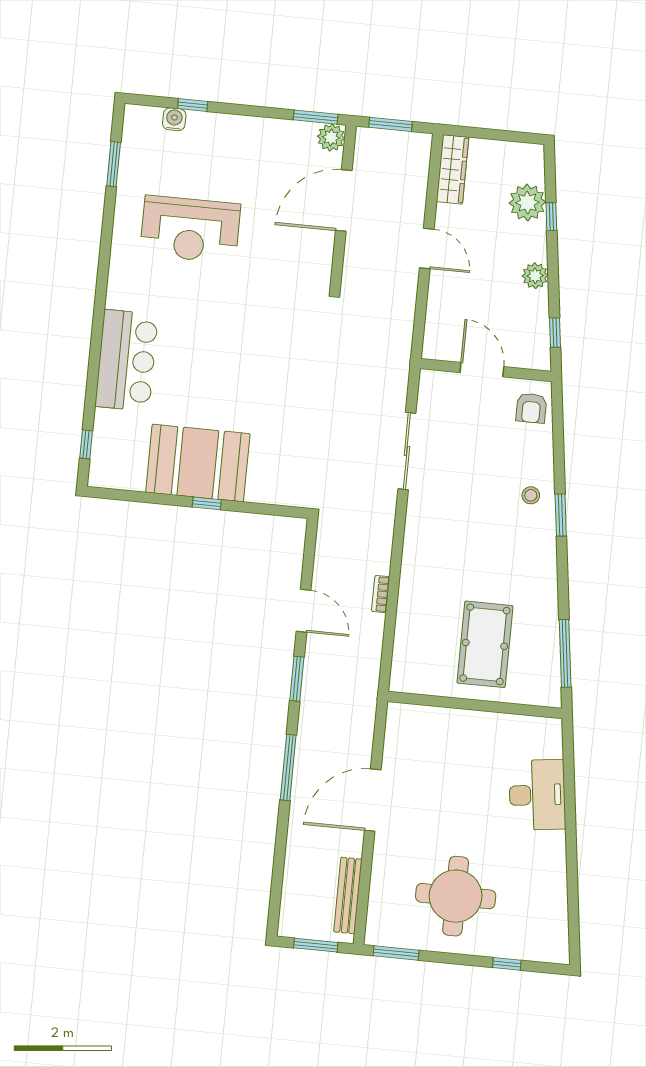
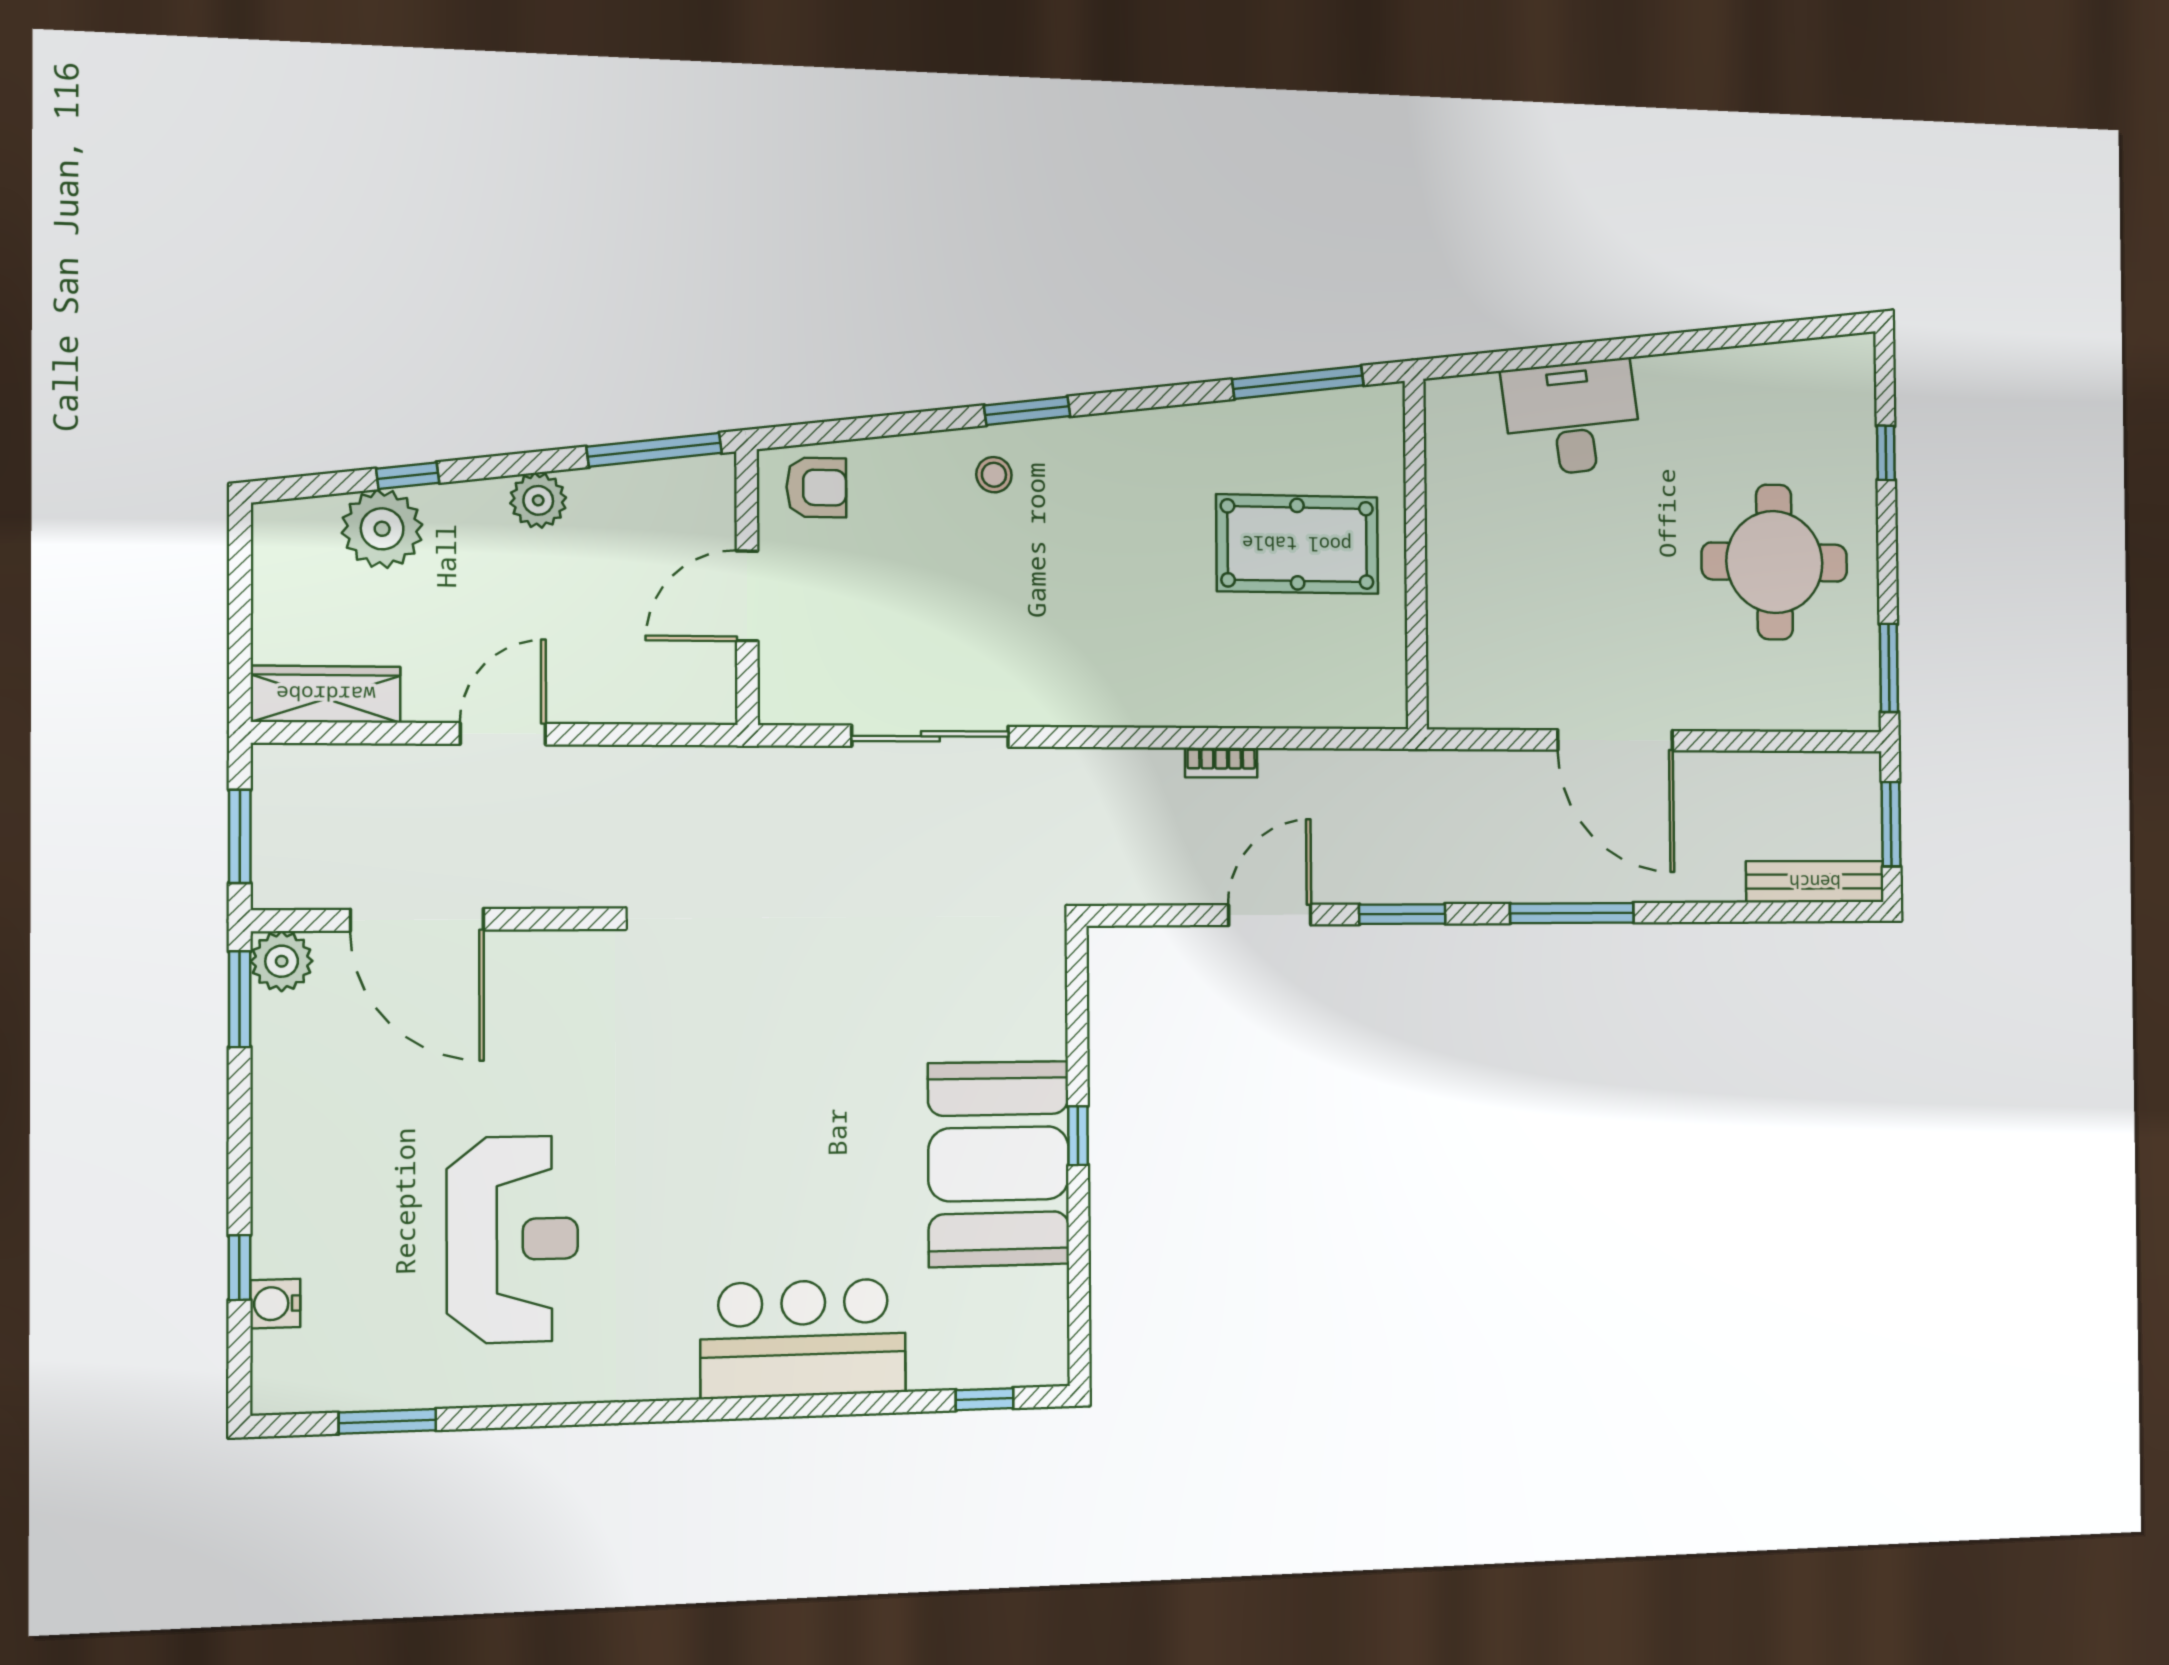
window: (555, 333) -> (654, 450), width x2.17
bench: (348, 895) -> (1815, 882), moved

